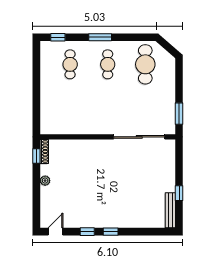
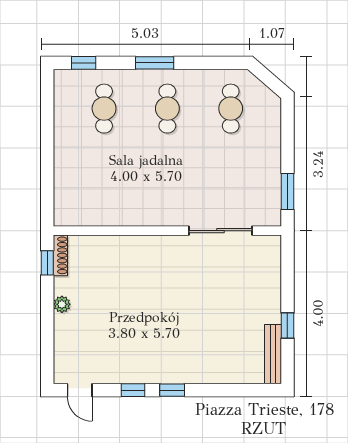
cafe table: (145, 64) -> (231, 109), width x0.73, depth x0.74
sliding door: (139, 137) -> (221, 231), width x0.73
door: (56, 232) -> (80, 390), swing flipped

